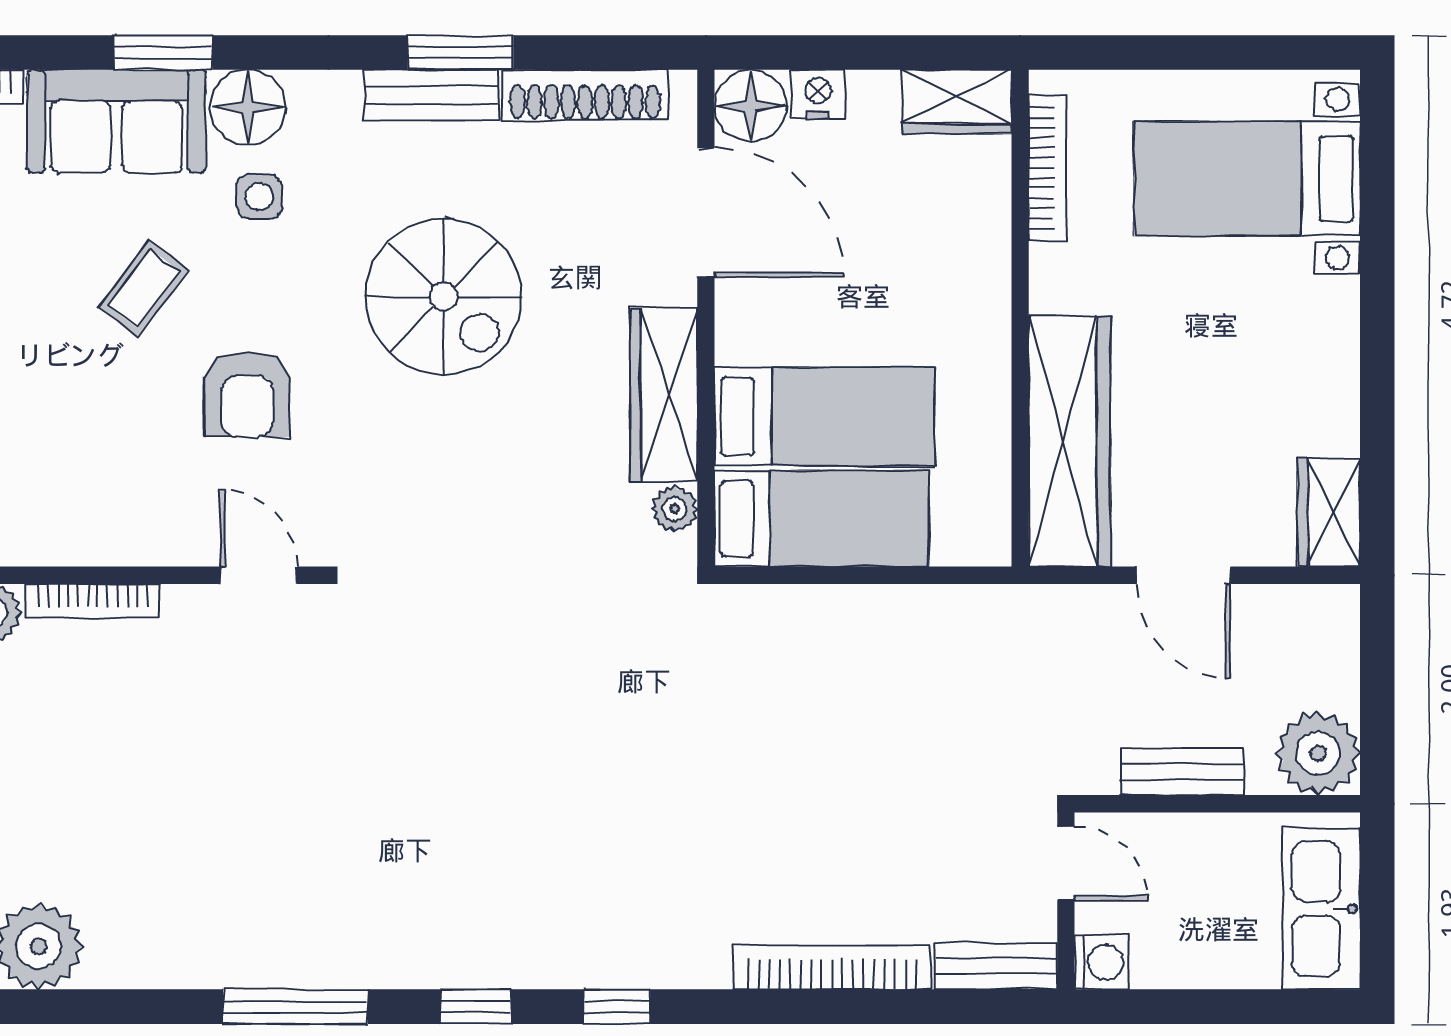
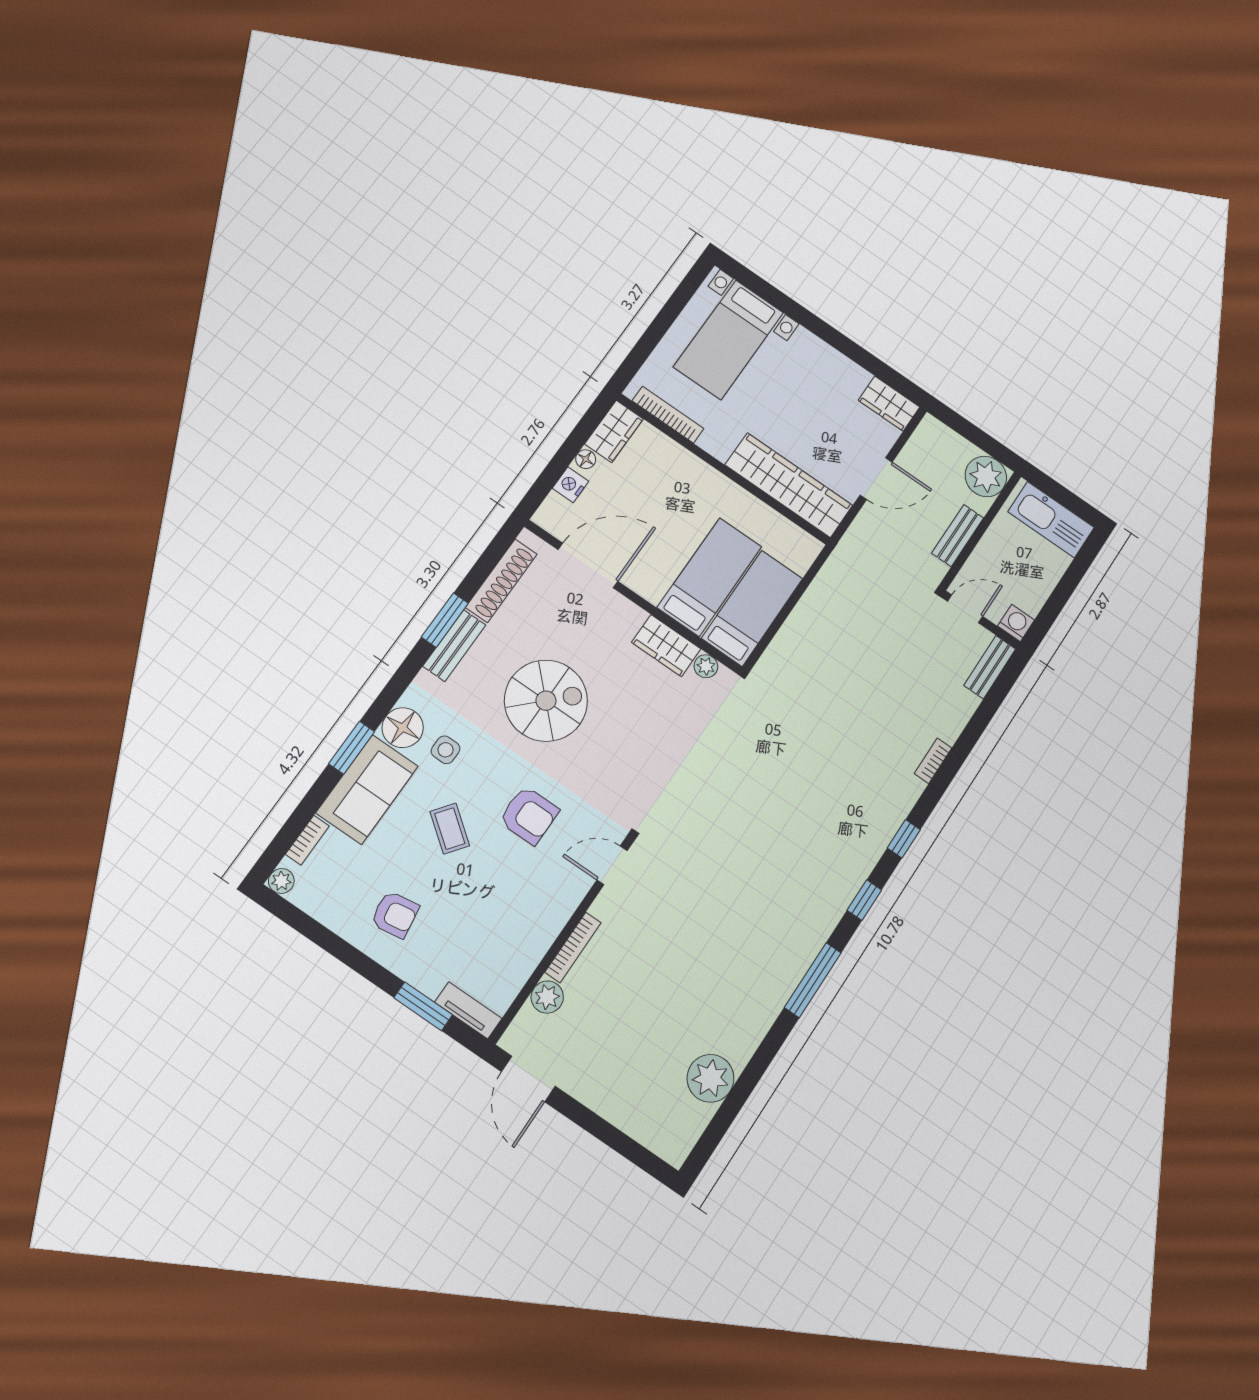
floor lamp: (751, 106) -> (586, 459), moved, width x0.53, depth x0.53
wardrobe: (664, 395) -> (666, 646), width x0.67
bookcase: (832, 967) -> (933, 761), width x0.43, depth x0.76

